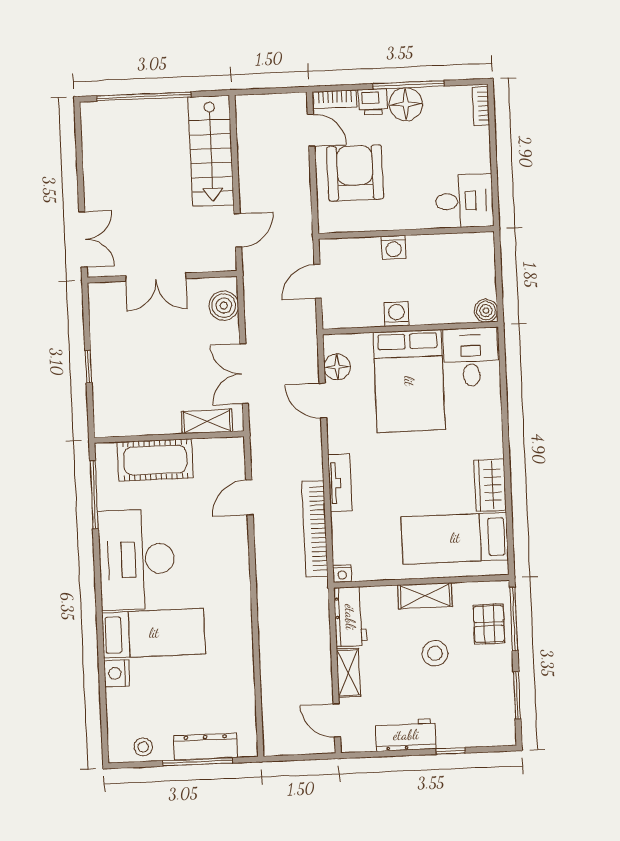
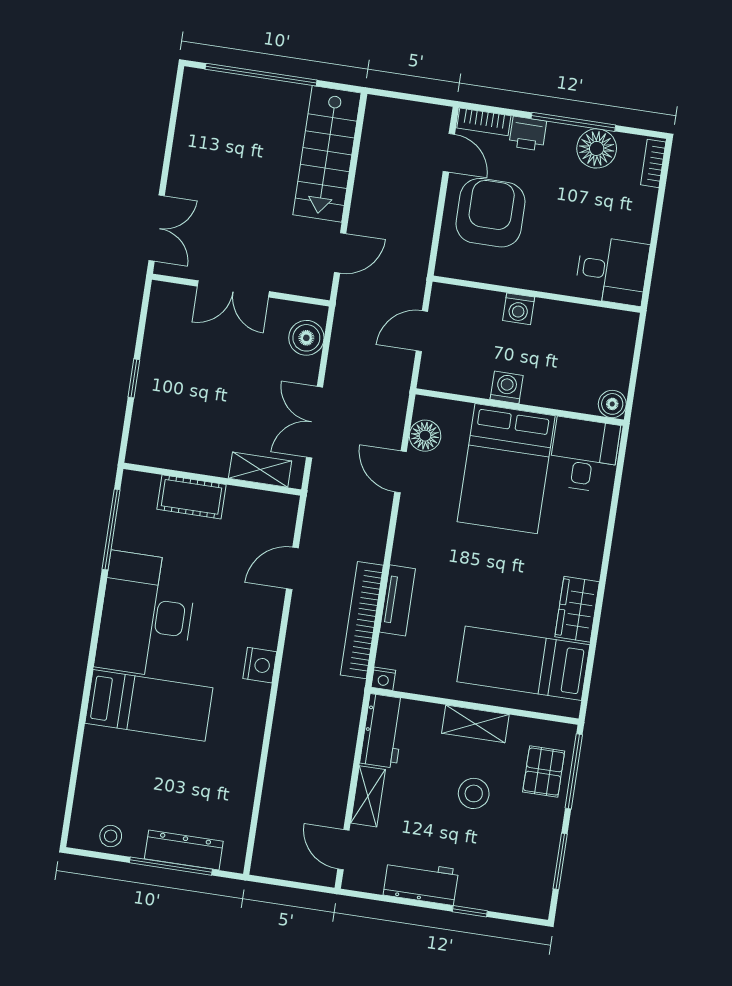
floor lamp: (406, 104) -> (597, 148), moved
cot: (155, 460) -> (191, 497), width x0.73, depth x0.75
tv unit: (340, 483) -> (397, 600), moved
nightstand: (117, 673) -> (260, 665), moved, turned 180

